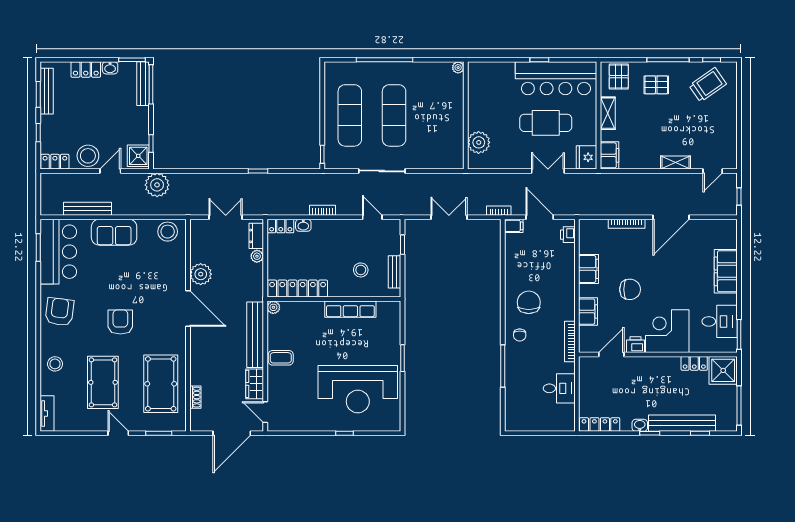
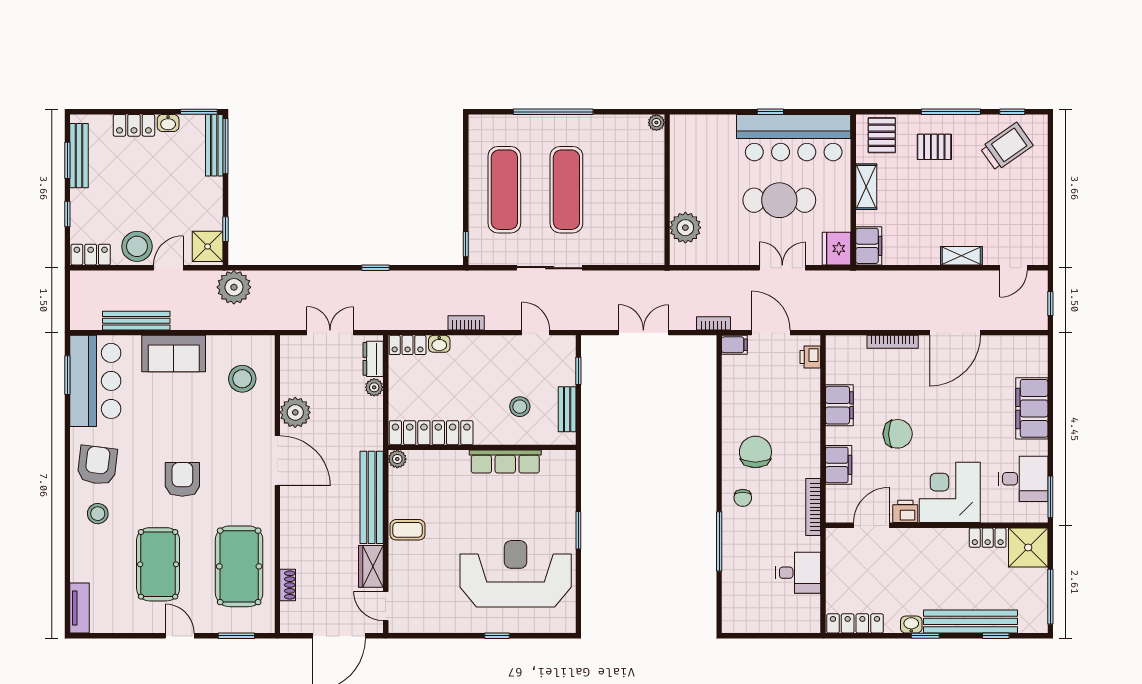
stool: (168, 232) -> (242, 379), moved
stool: (55, 364) -> (98, 514), moved
reception desk: (358, 389) -> (516, 574), turned 180

